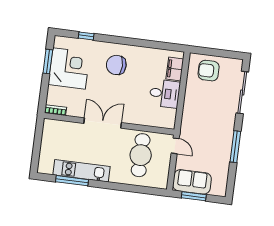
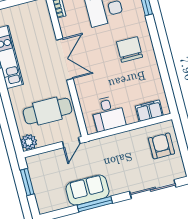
desk: (165, 94) -> (108, 114), moved
plant: (161, 181) -> (29, 142), added
sofa: (192, 182) -> (87, 190), moved, turned -90

